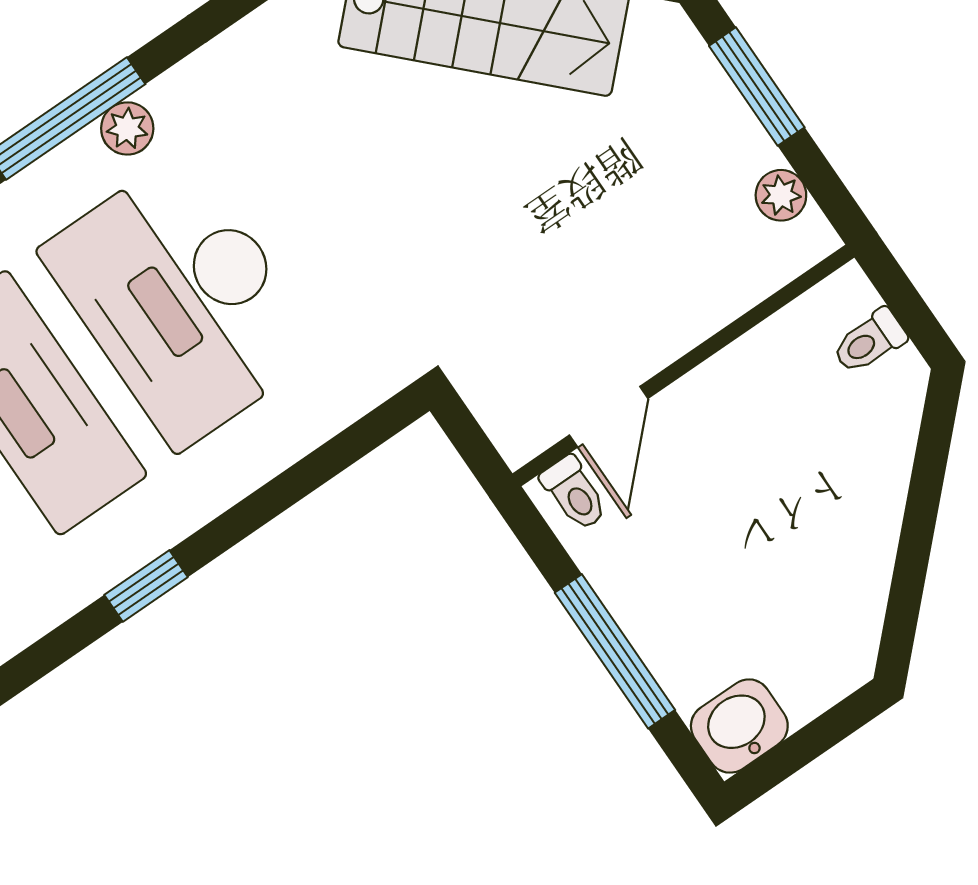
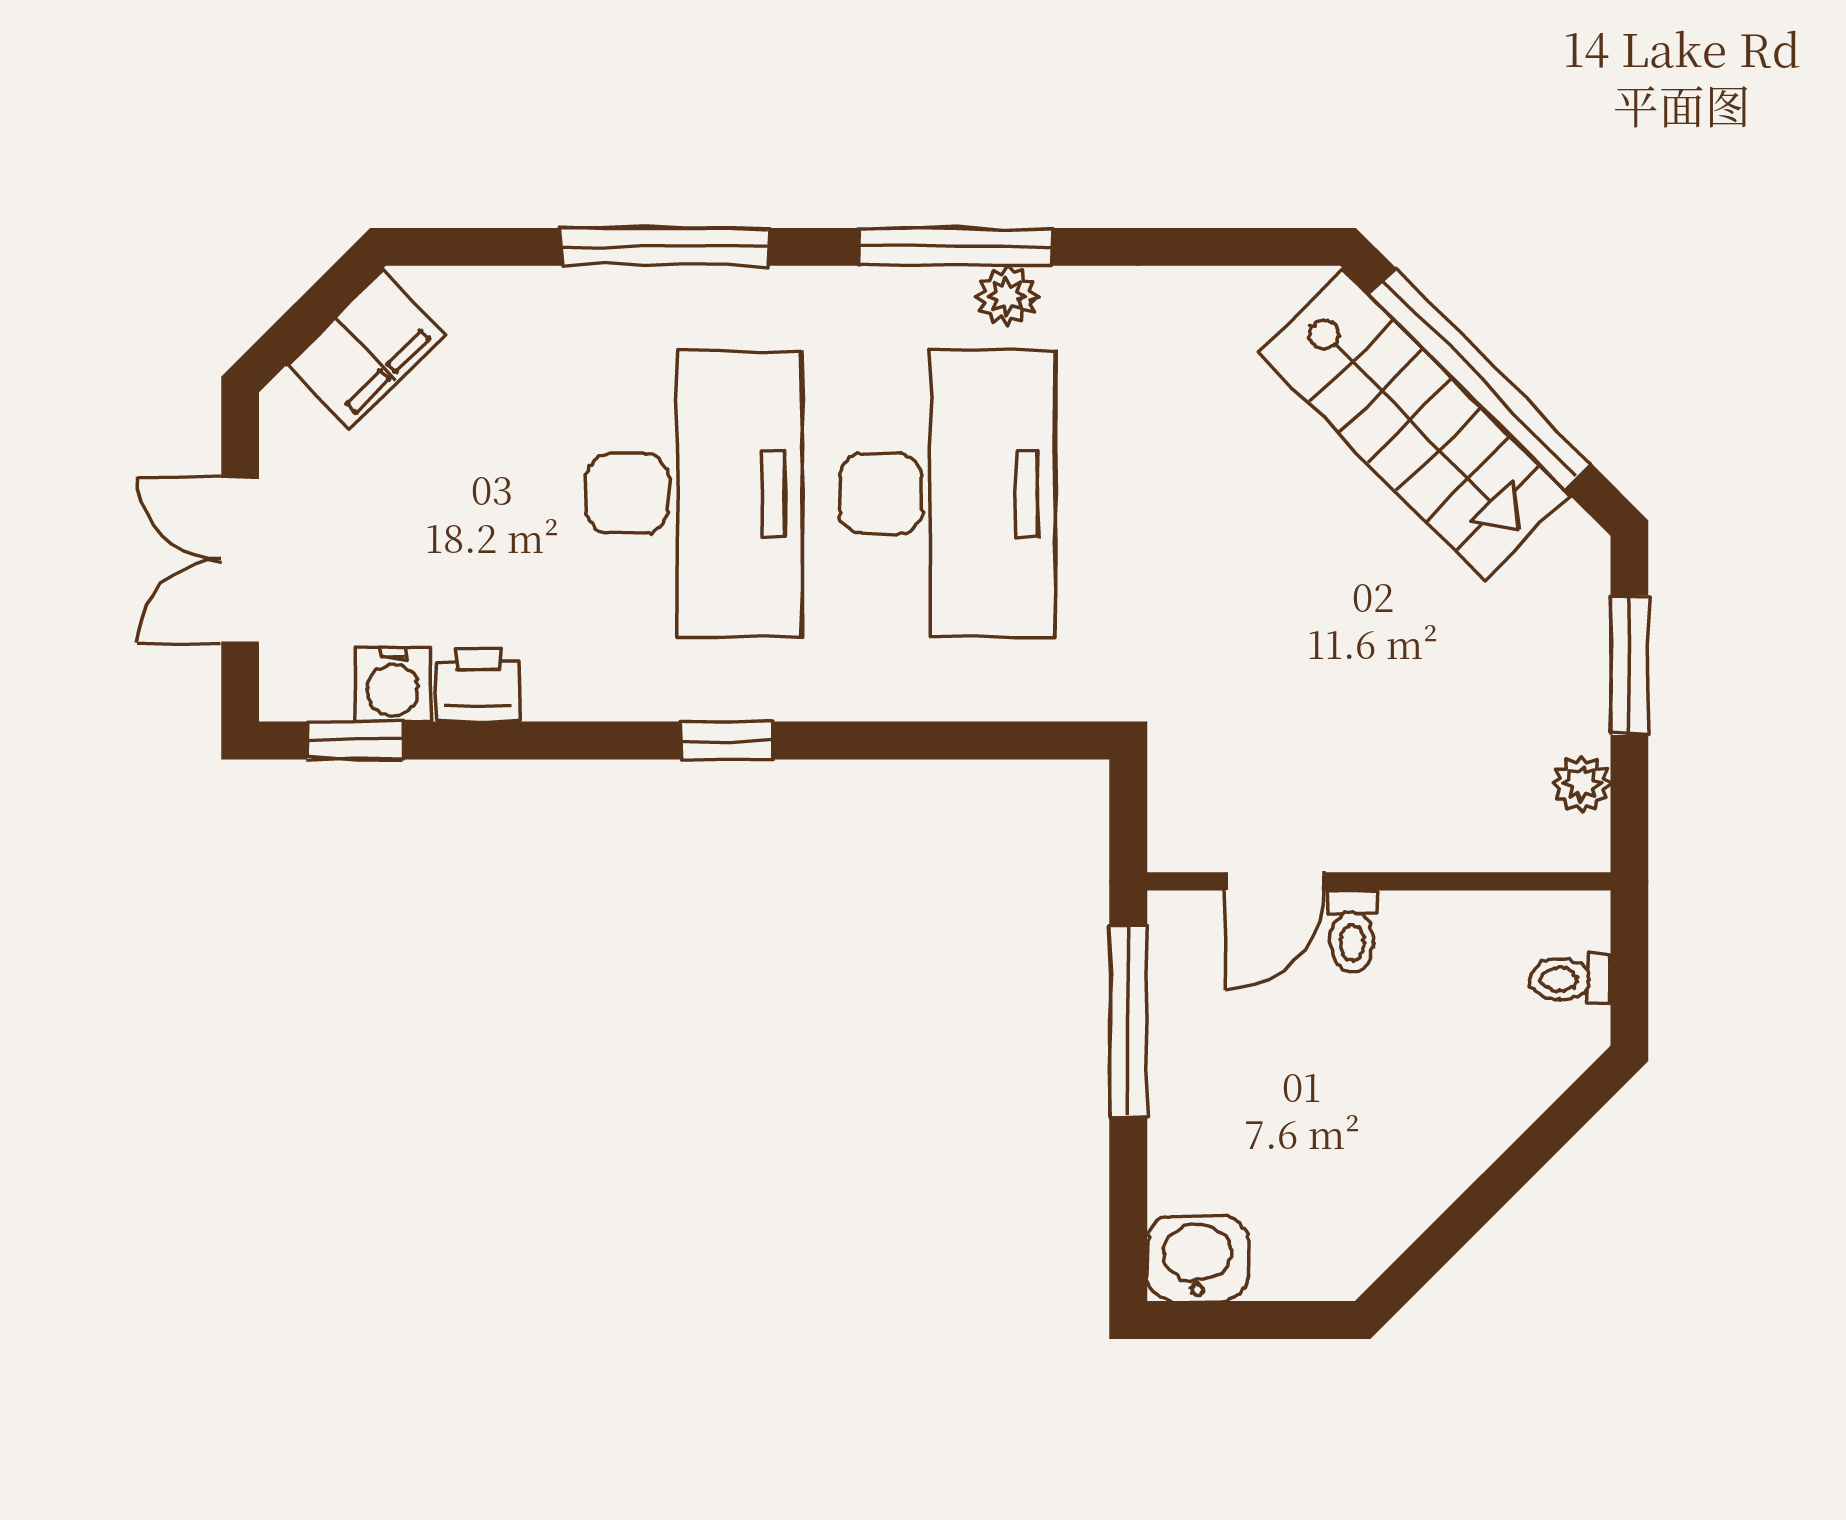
desk: (182, 300) -> (947, 494), turned 180
toilet: (574, 493) -> (1352, 931), moved
window: (615, 651) -> (1128, 1021), moved

